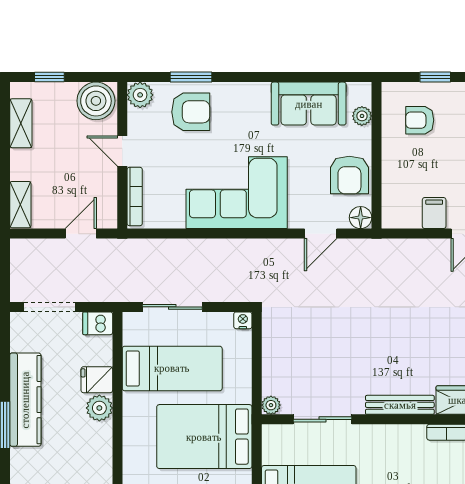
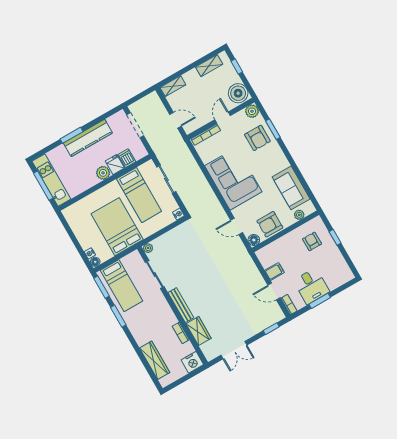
dishwasher: (98, 323) -> (127, 158), moved

